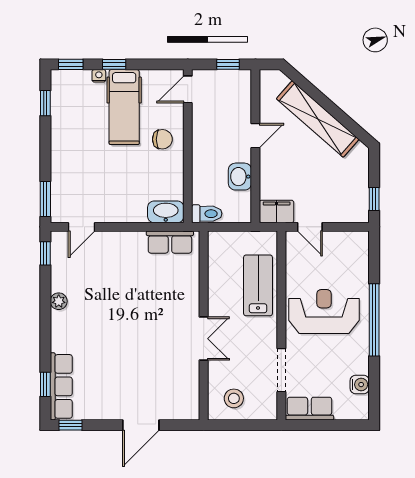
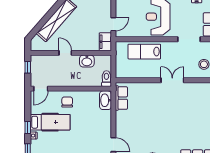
door: (188, 89) -> (41, 89), hinge flipped

